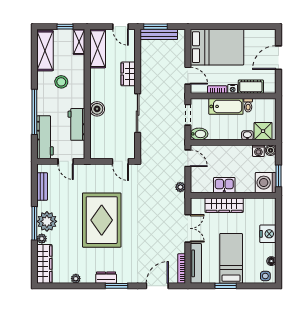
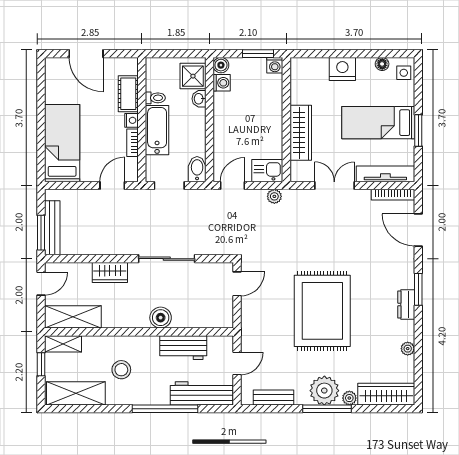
bed: (217, 47) -> (62, 143), width x0.67
washing machine: (266, 183) -> (275, 65), width x0.53, depth x0.53
kitchen sink: (224, 185) -> (267, 171), moved, turned 90
rug: (102, 220) -> (322, 311), turned 90

